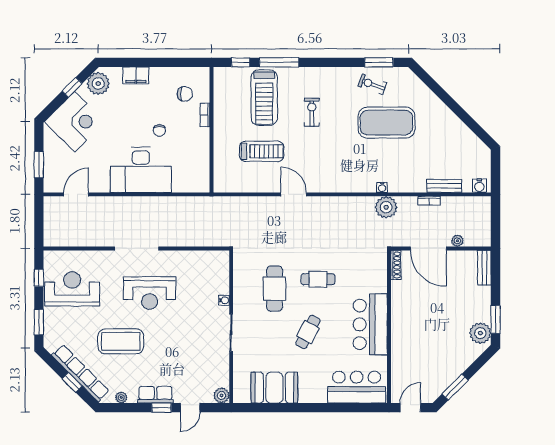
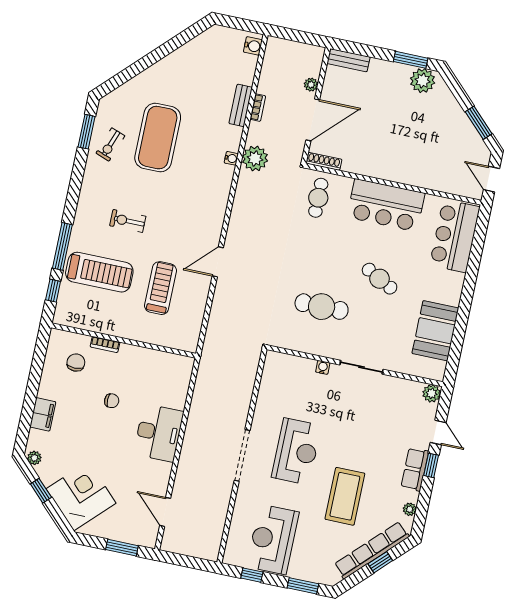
plant: (98, 84) -> (34, 458), width x0.53, depth x0.53
desk: (141, 170) -> (159, 433), width x0.73, depth x0.77
bench: (444, 186) -> (241, 105), moved
cafe table: (318, 279) -> (318, 198), moved

